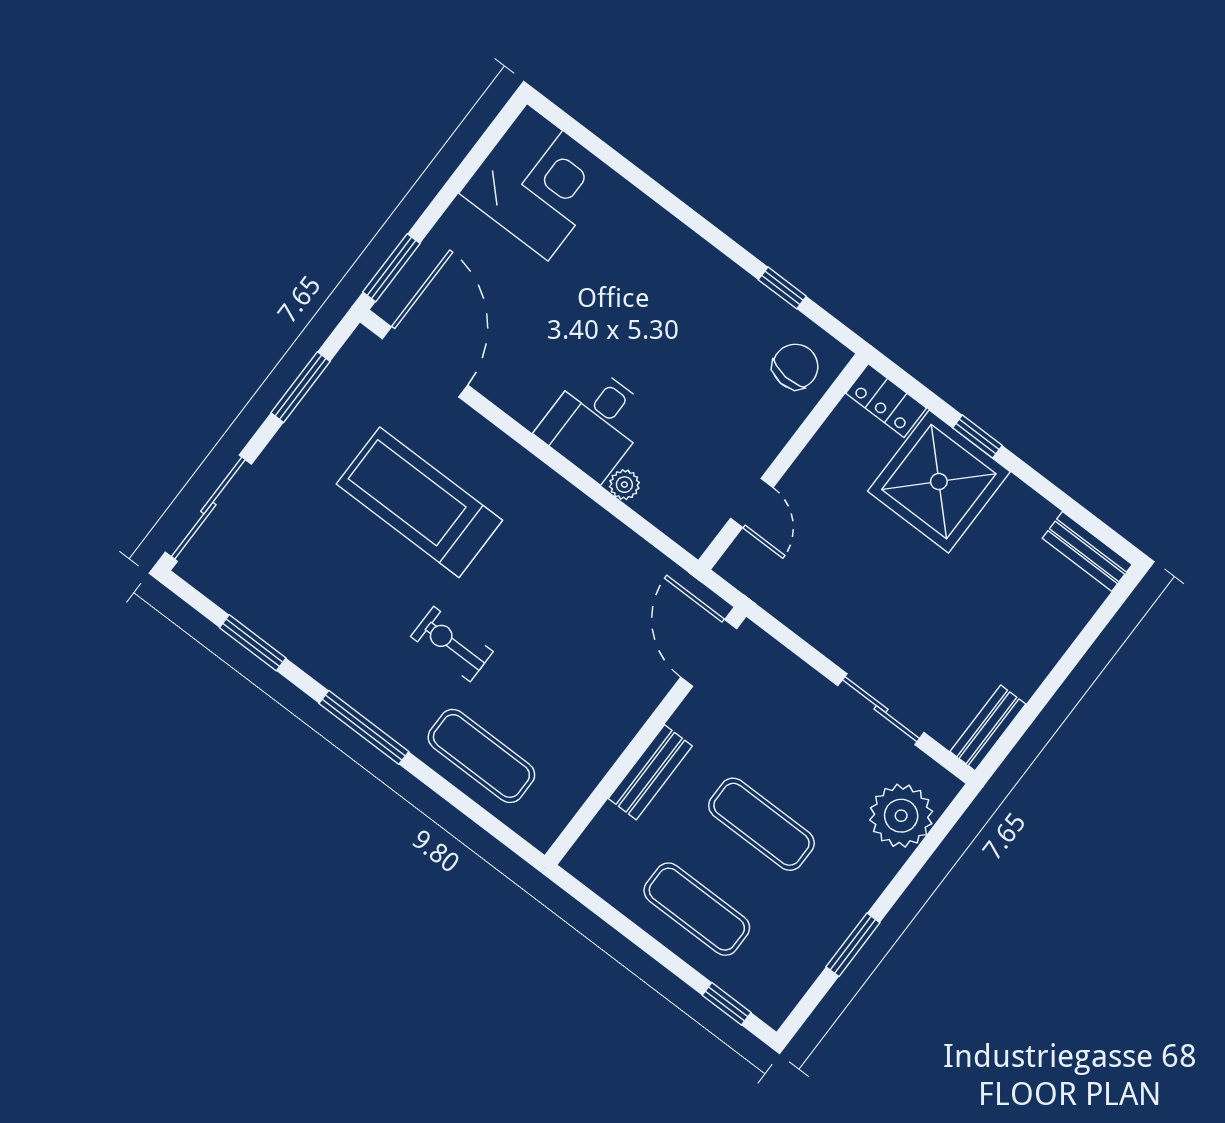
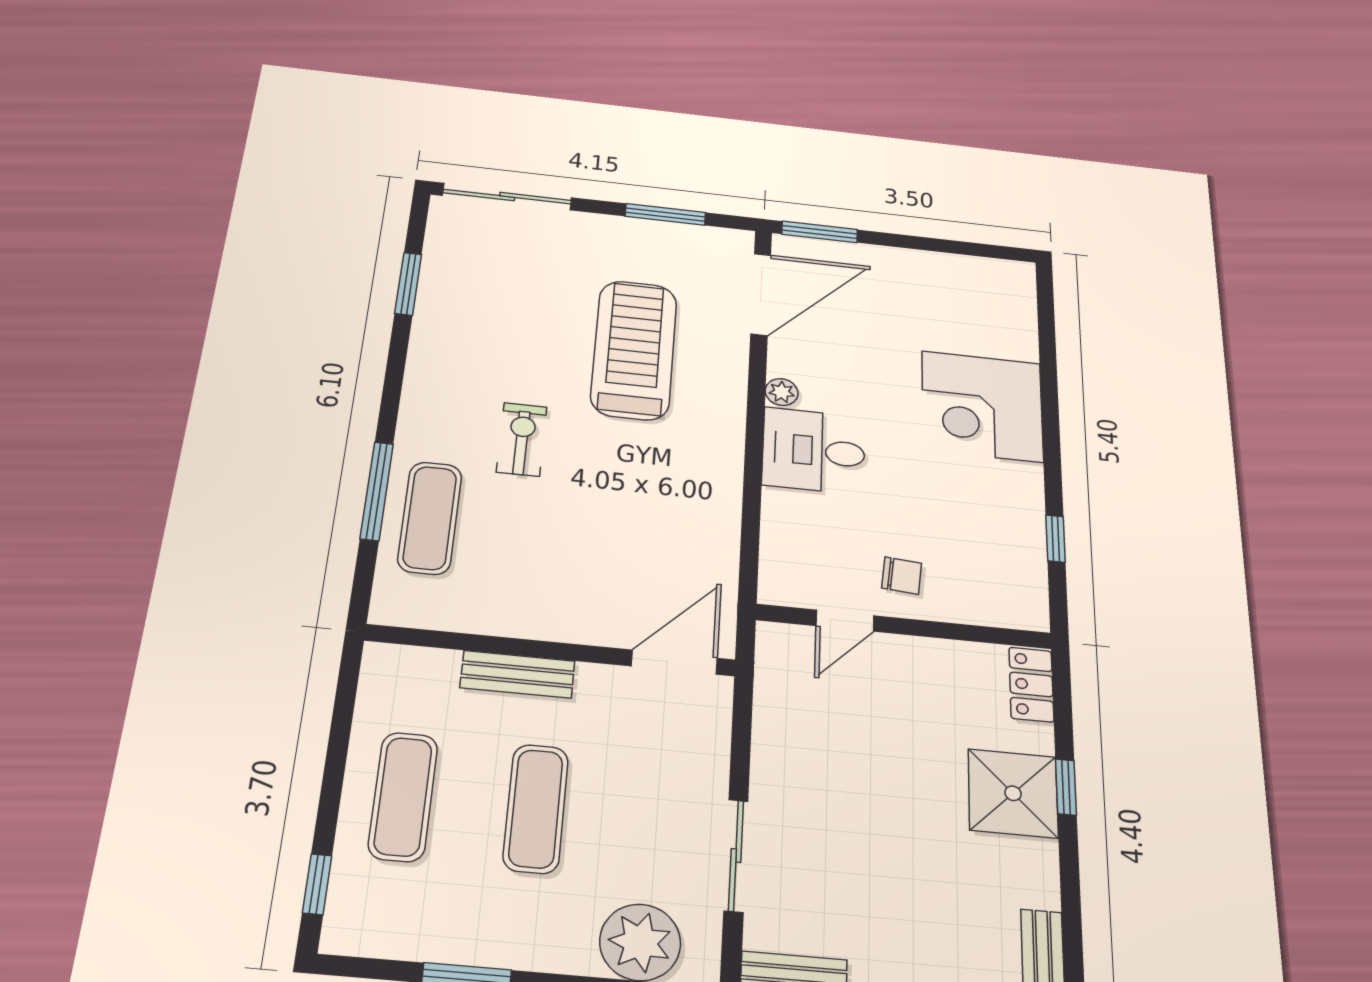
corner desk: (537, 182) -> (982, 406), moved, turned 90
chair: (795, 367) -> (902, 576), moved, width x0.73, depth x0.73
shower: (939, 482) -> (1013, 793), width x0.73, depth x0.73
plant: (624, 485) -> (782, 392), moved
window: (364, 727) -> (377, 491), moved

